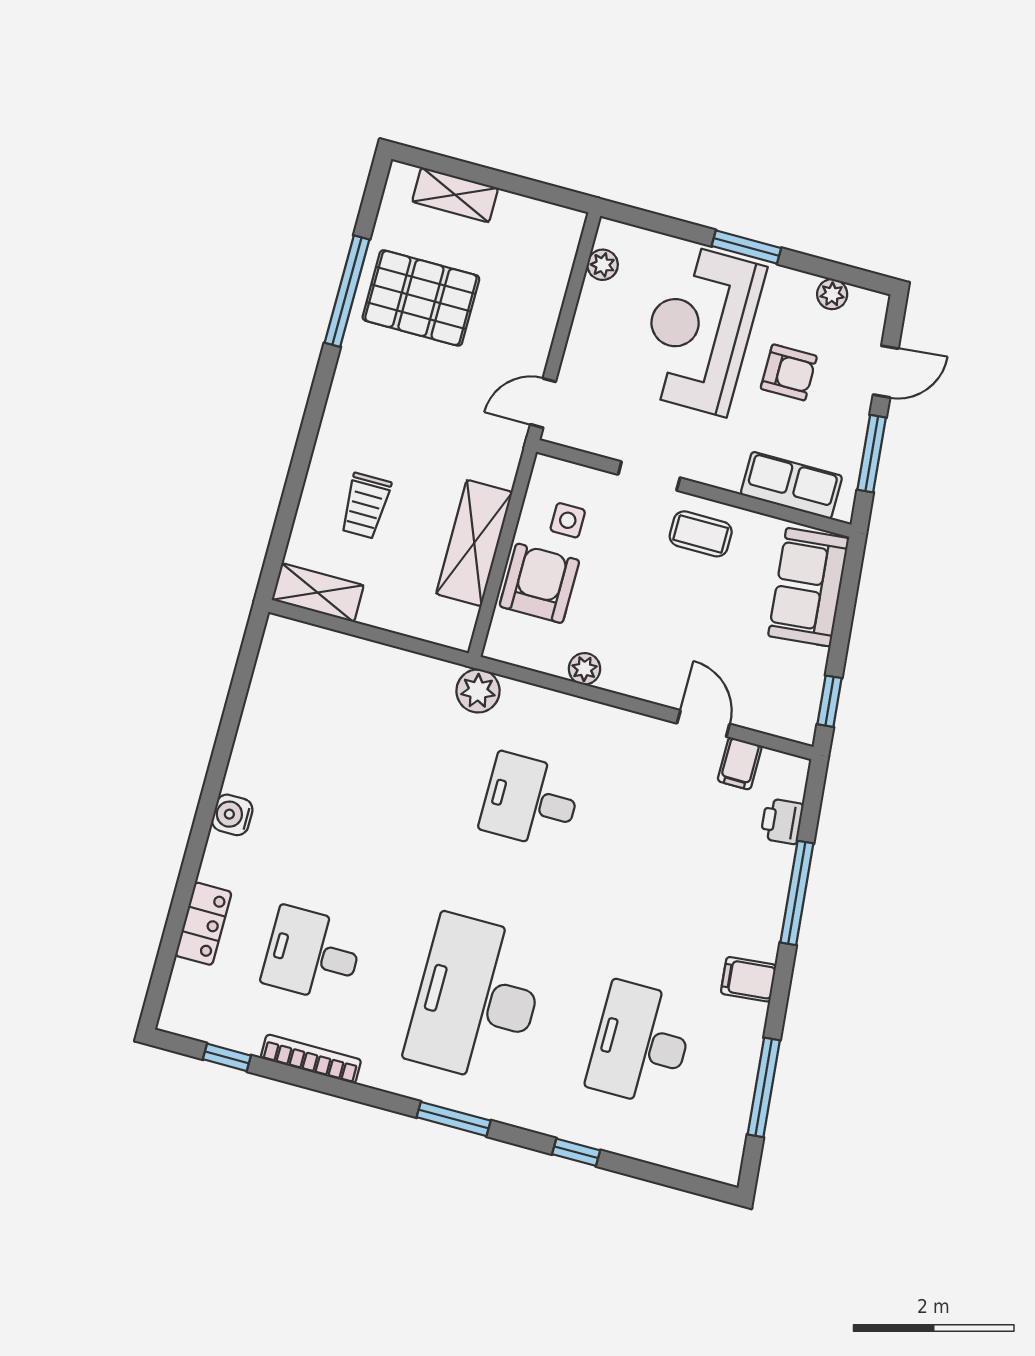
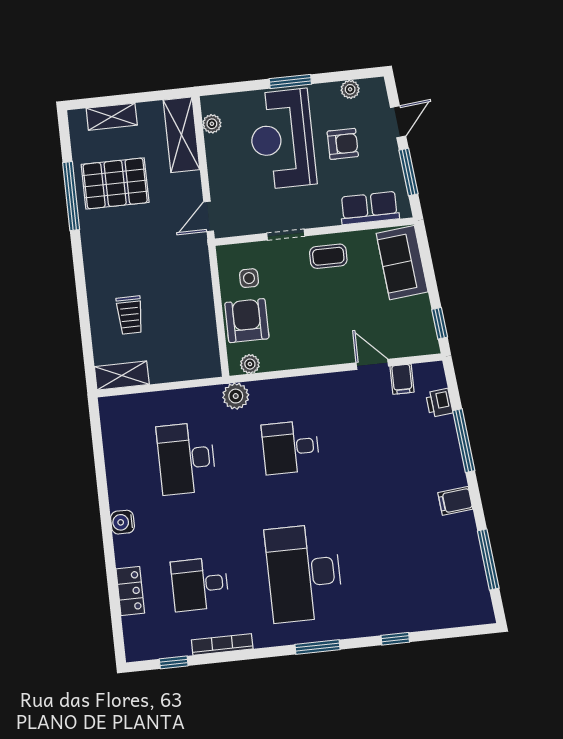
shelving: (474, 543) -> (182, 135), moved
plant: (584, 669) -> (250, 364), moved
desk: (641, 1044) -> (186, 458), moved

